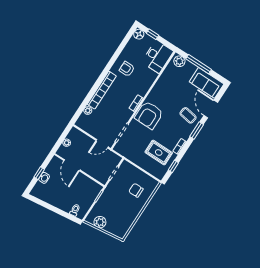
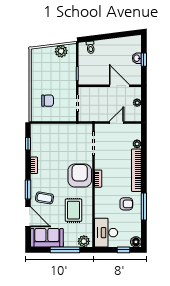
window: (114, 58) -> (144, 207), added
door: (102, 144) -> (117, 123), moved
rug: (159, 153) -> (73, 210), moved, turned 90

